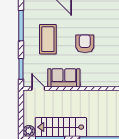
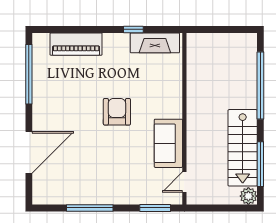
coffee table: (48, 39) -> (110, 167), removed
armchair: (85, 44) -> (117, 112), turned 90

